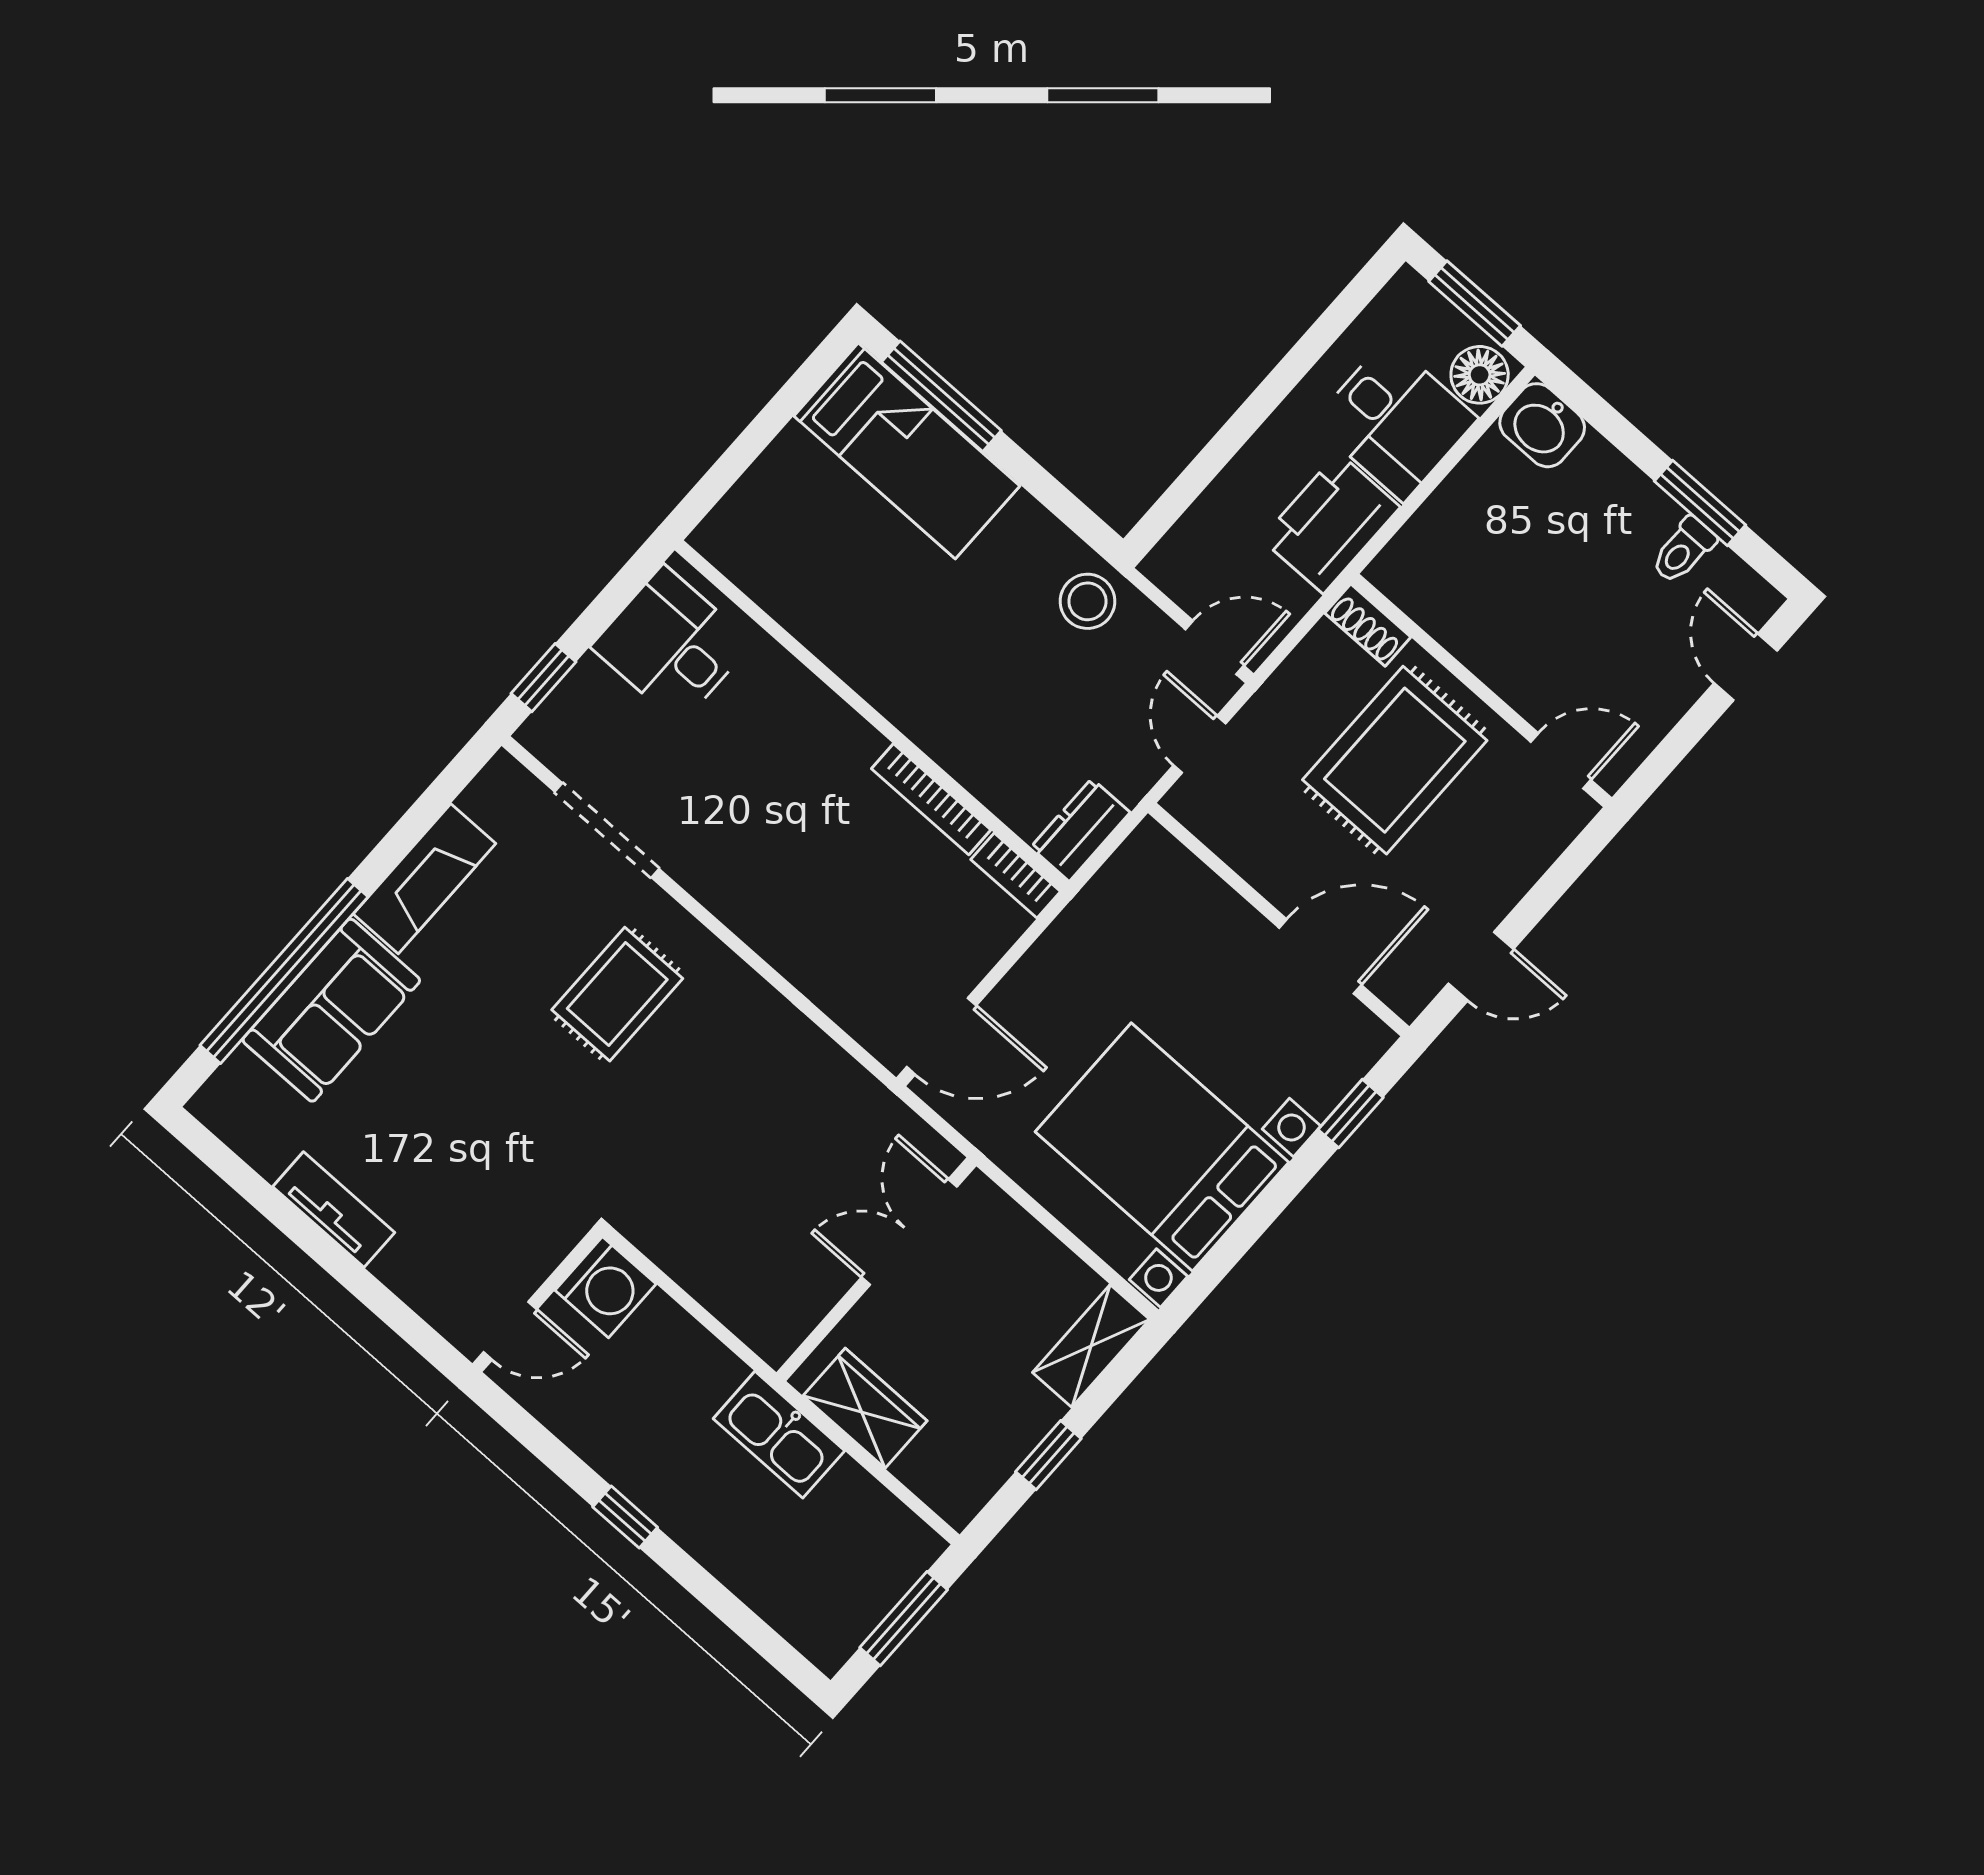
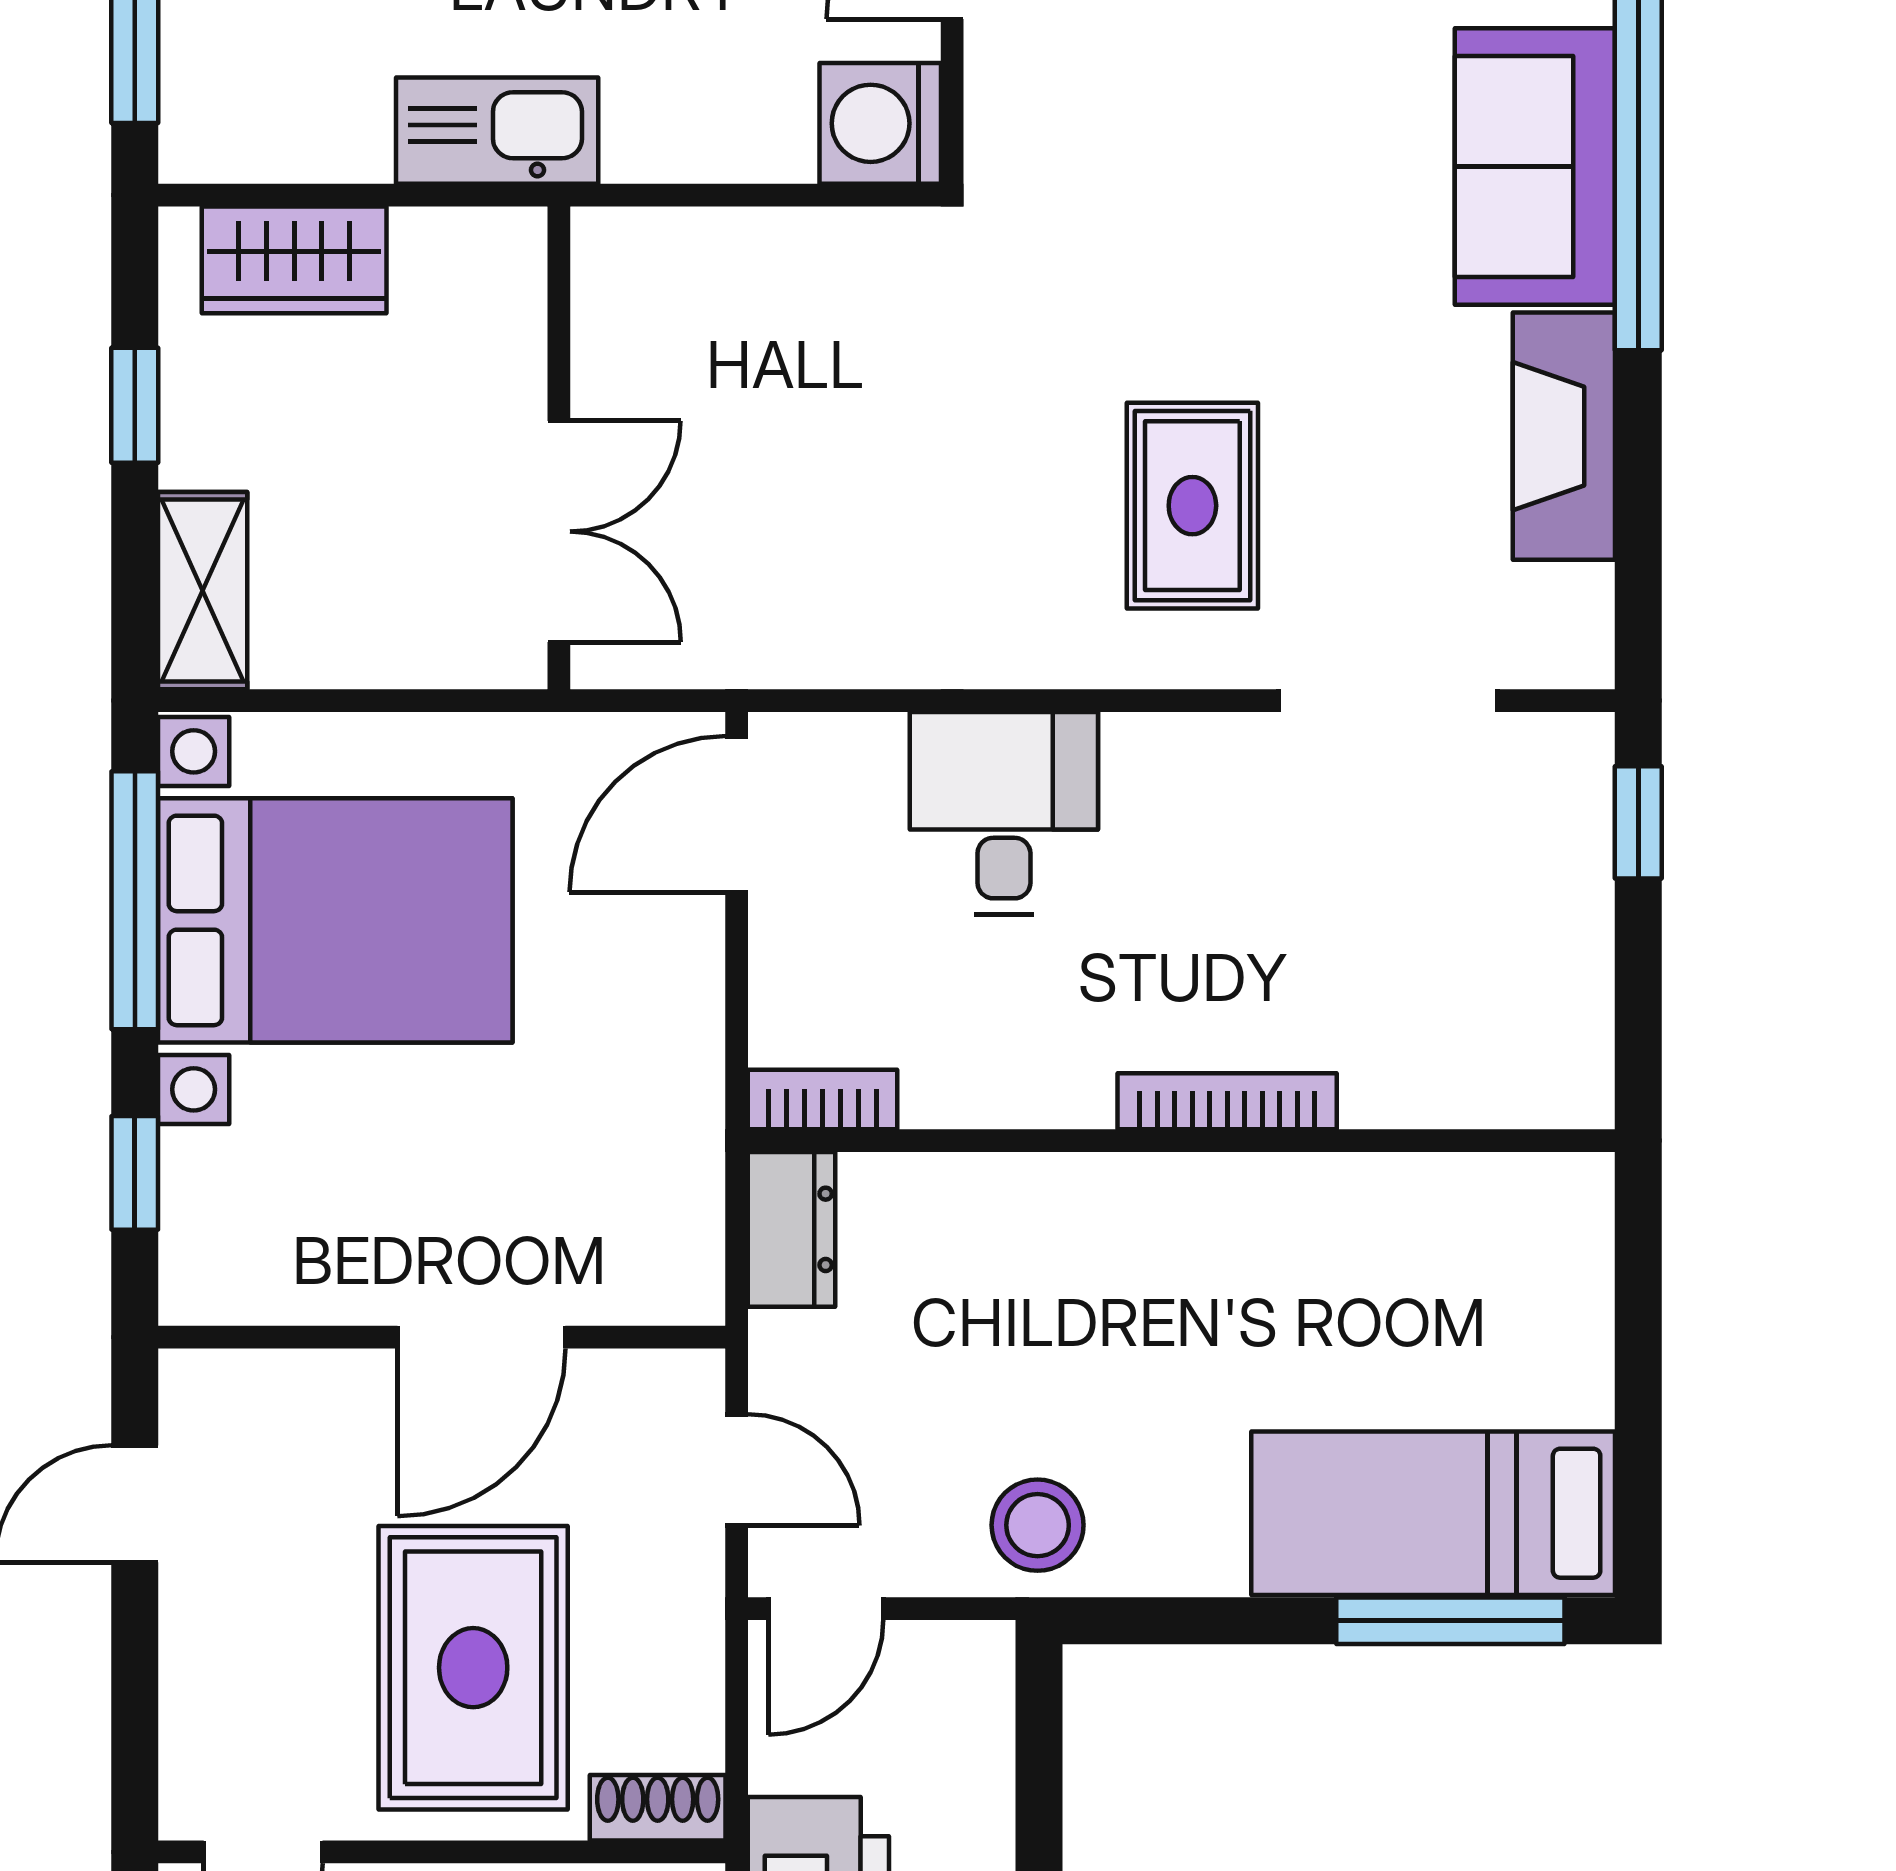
desk: (672, 645) -> (1004, 813), moved, turned -90
bookcase: (931, 799) -> (1227, 1101), moved
door: (1320, 956) -> (481, 1337), moved
window: (1243, 1235) -> (135, 900), added
wardrobe: (865, 1408) -> (294, 260), moved

